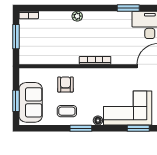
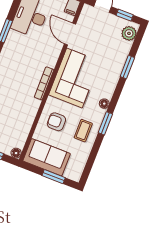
floor lamp: (24, 60) -> (16, 153), added
sofa: (31, 102) -> (47, 157), moved
corner sofa: (128, 108) -> (74, 78), moved, turned 180

